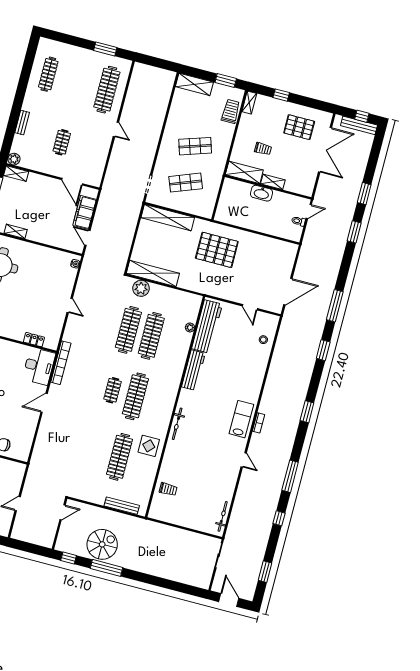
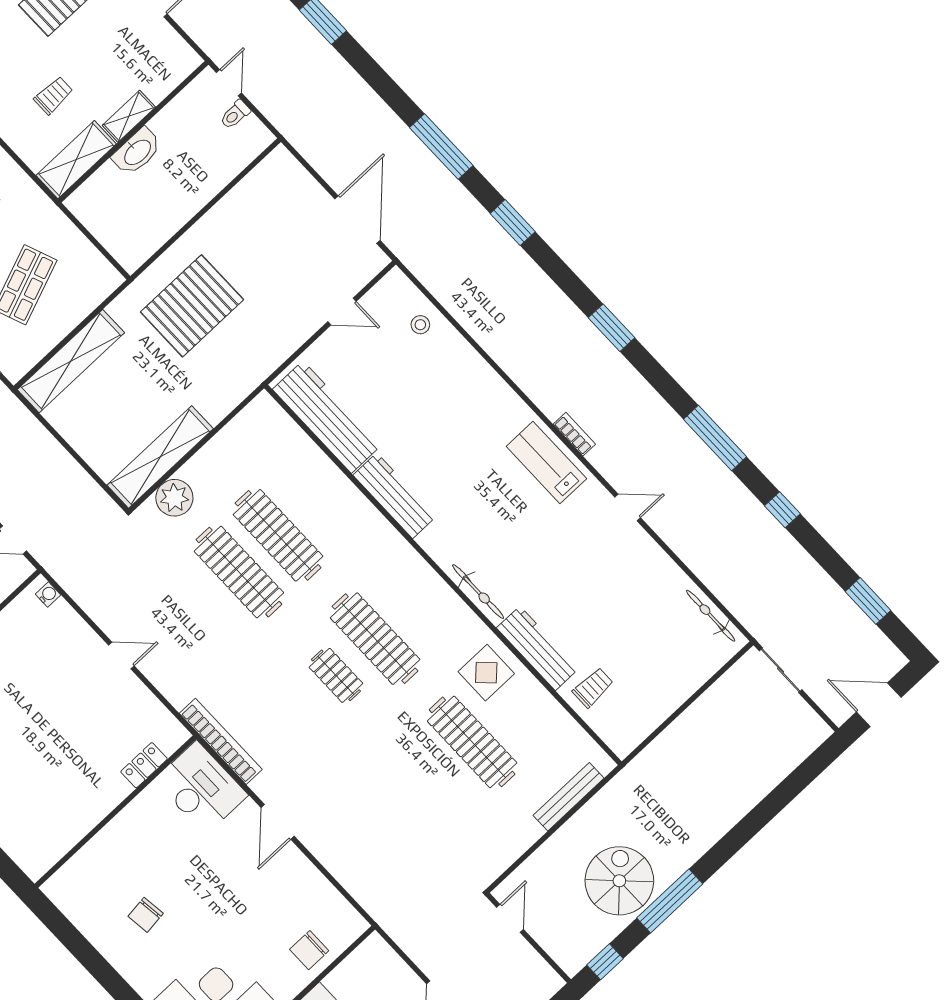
plant: (190, 327) -> (309, 451), removed
workbench: (170, 459) -> (538, 648), added

